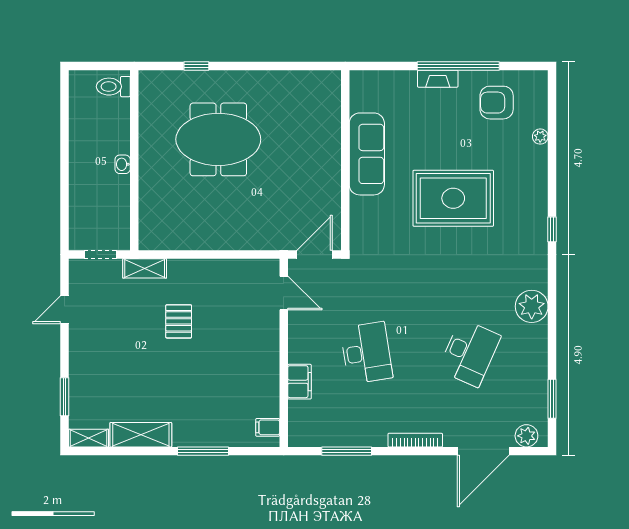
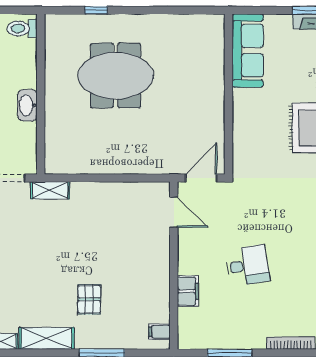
sofa: (367, 154) -> (248, 51), moved
washbasin: (123, 164) -> (27, 105), width x1.91, depth x1.45
pallet: (179, 321) -> (89, 299), moved
desk: (366, 353) -> (247, 265), width x0.73

